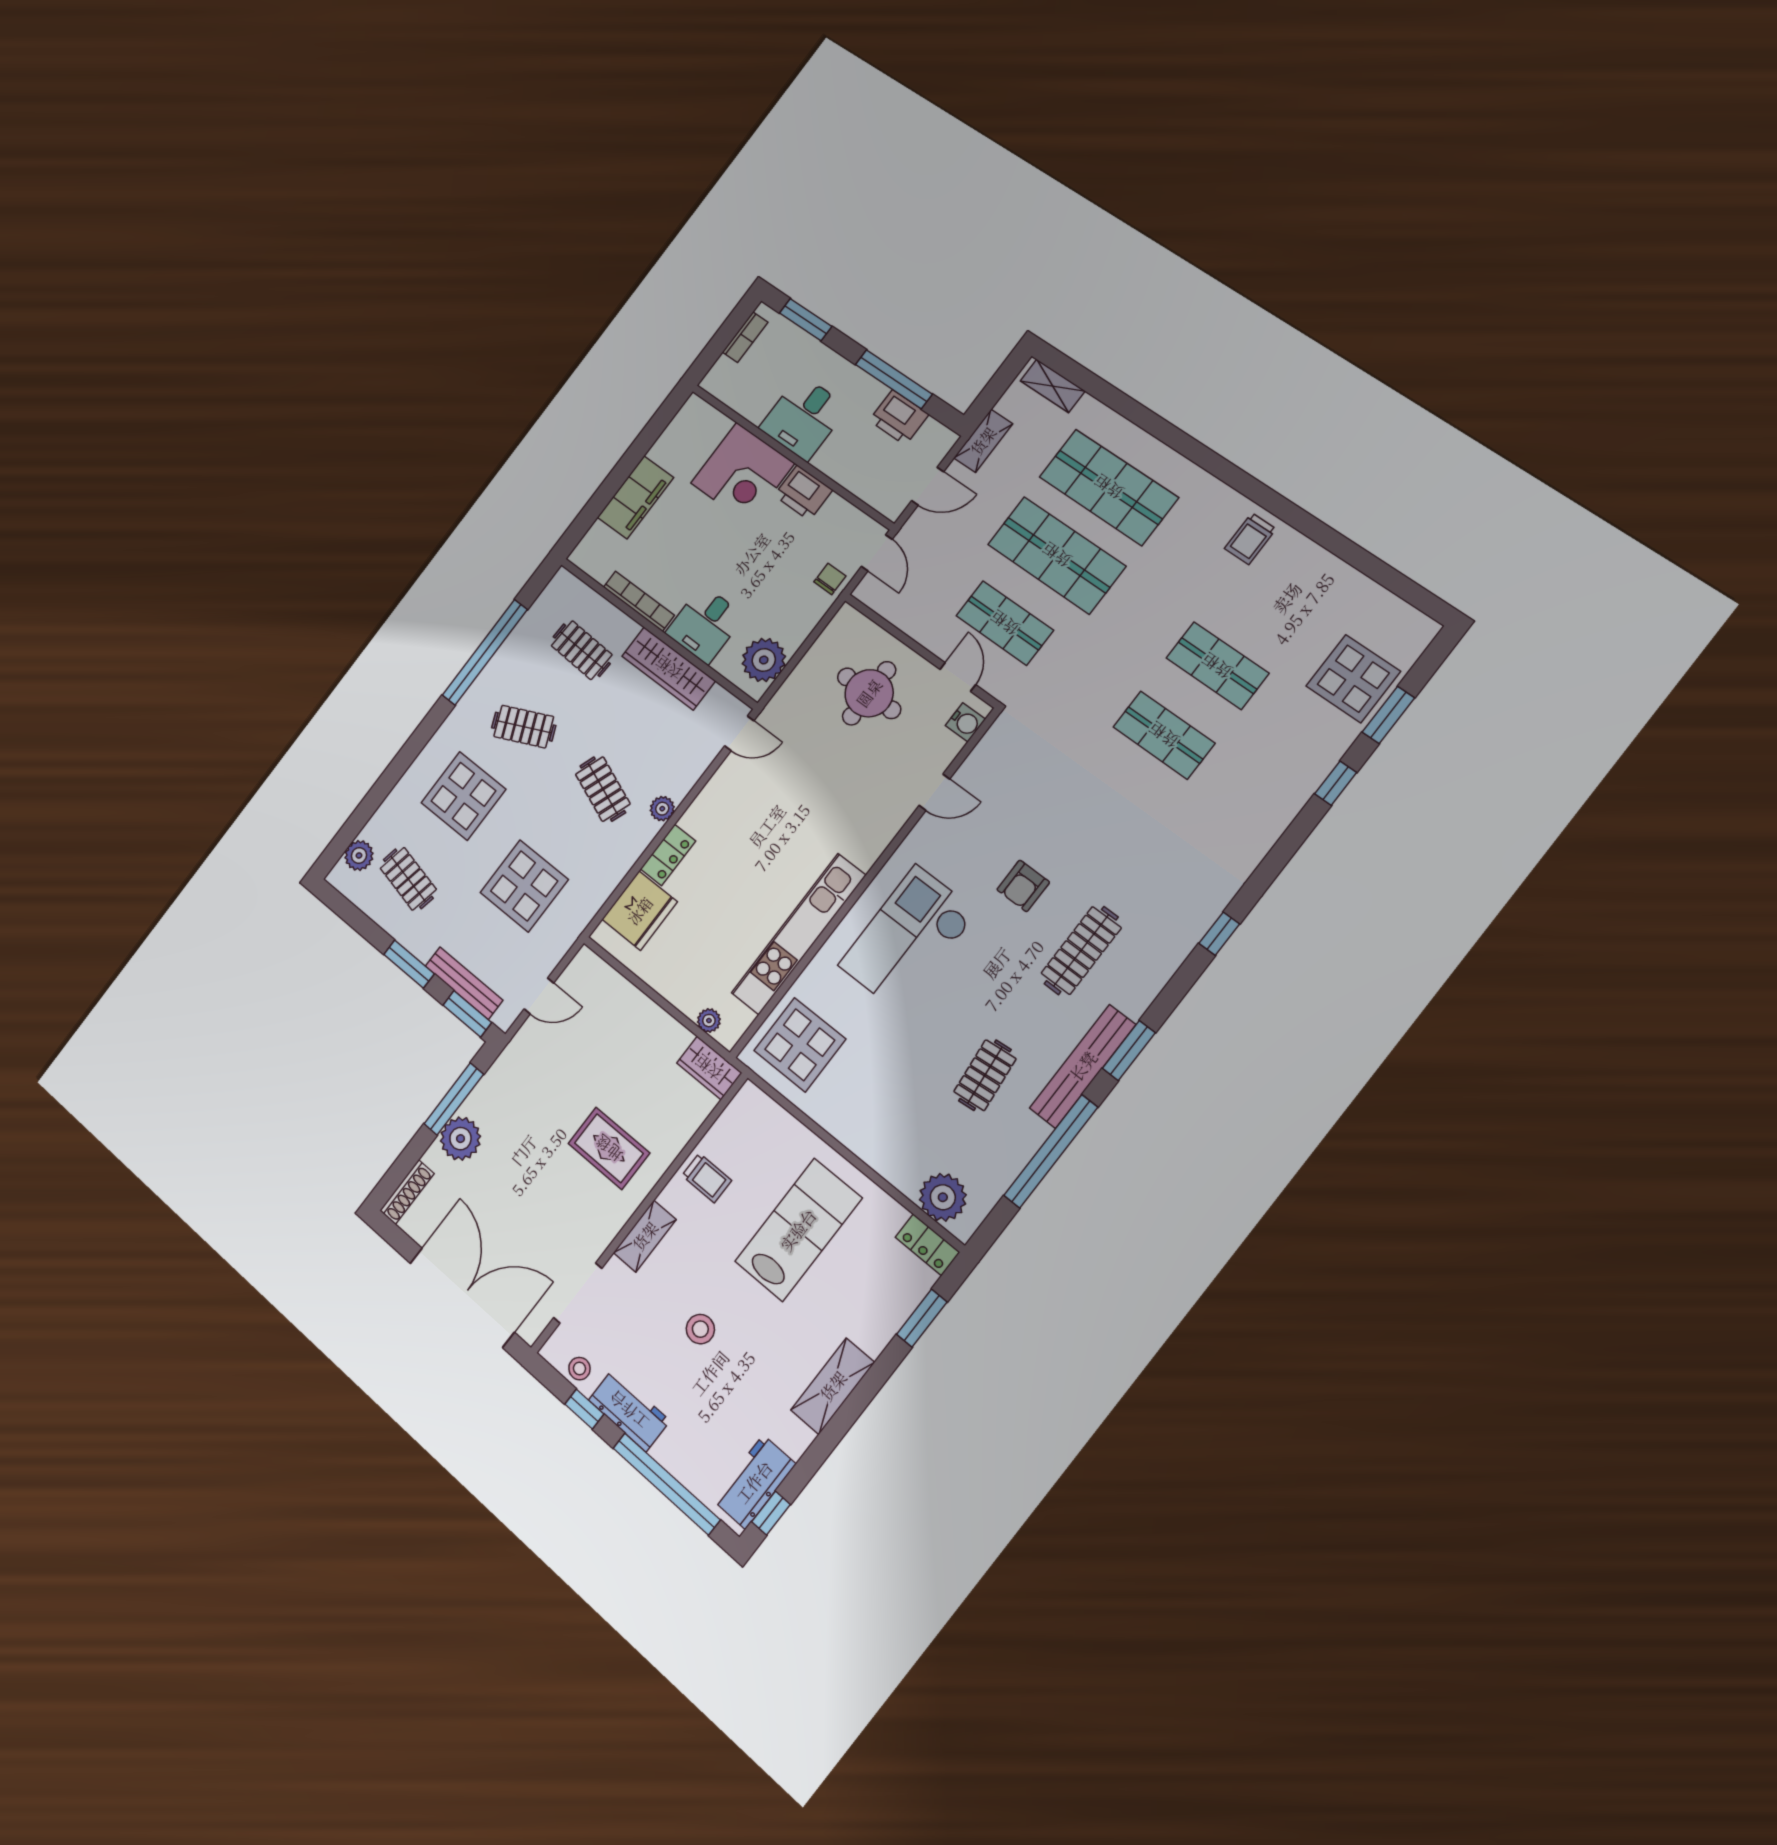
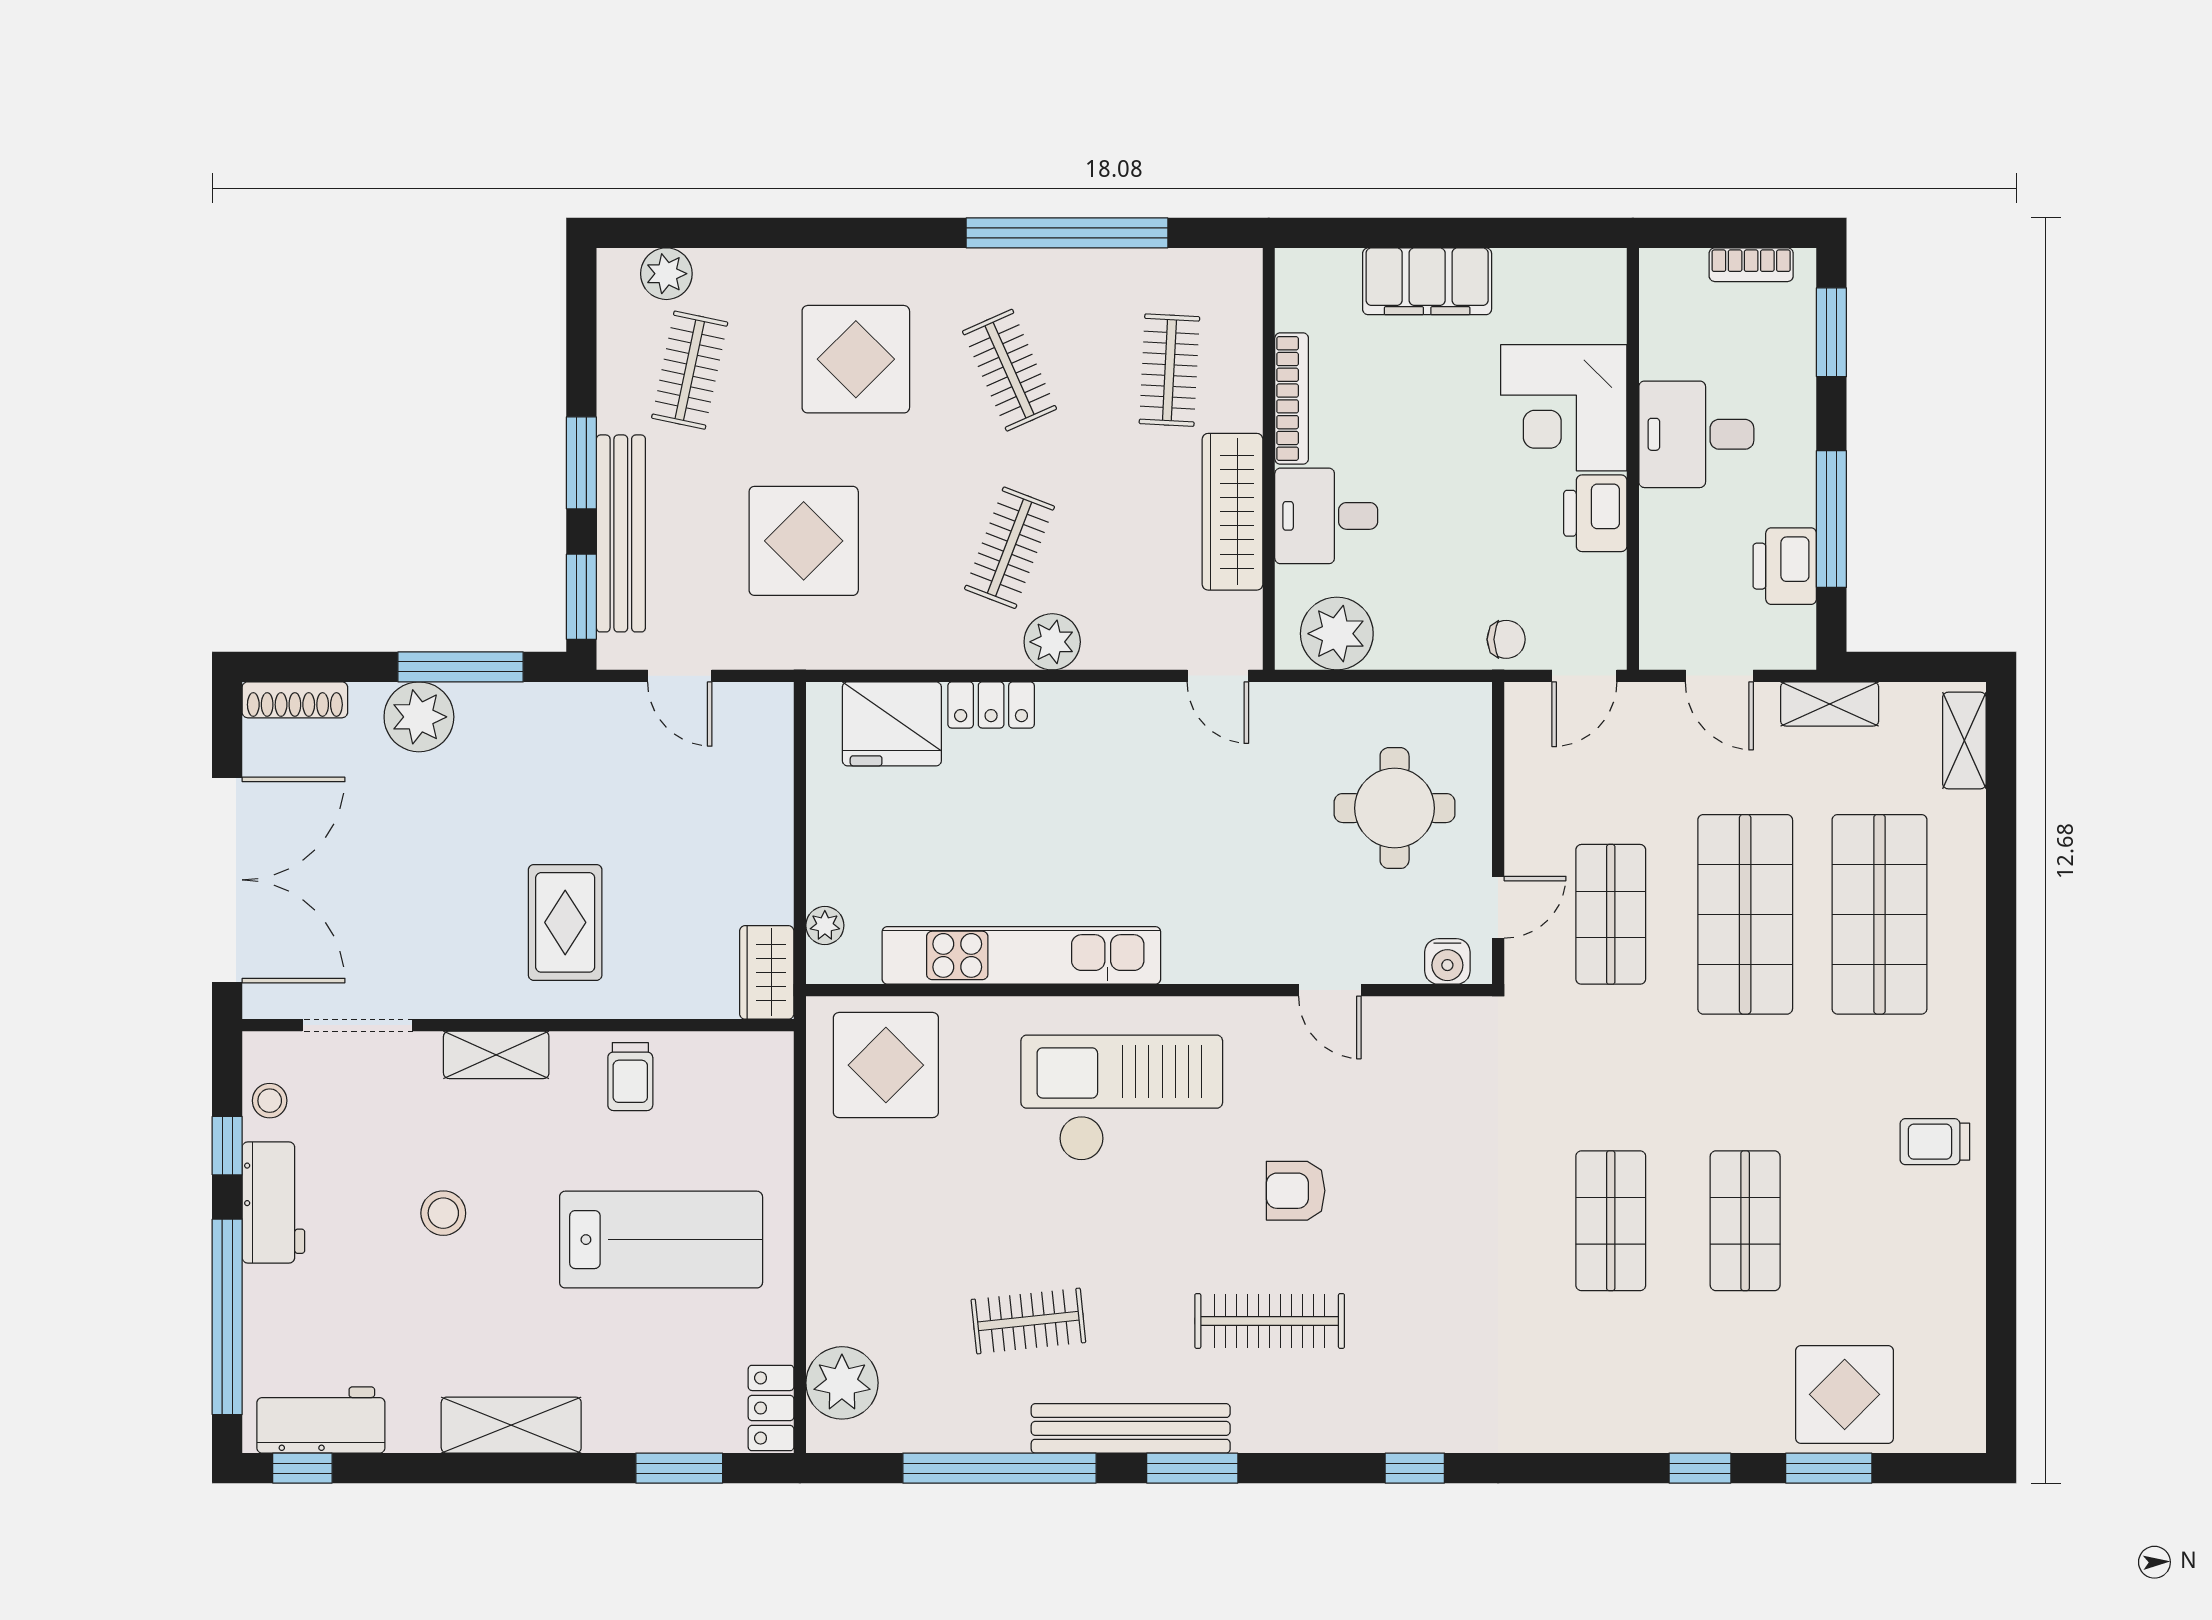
plant: (662, 809) -> (1052, 642), width x1.38, depth x1.38
bench: (464, 983) -> (621, 533), width x1.37, depth x1.21

